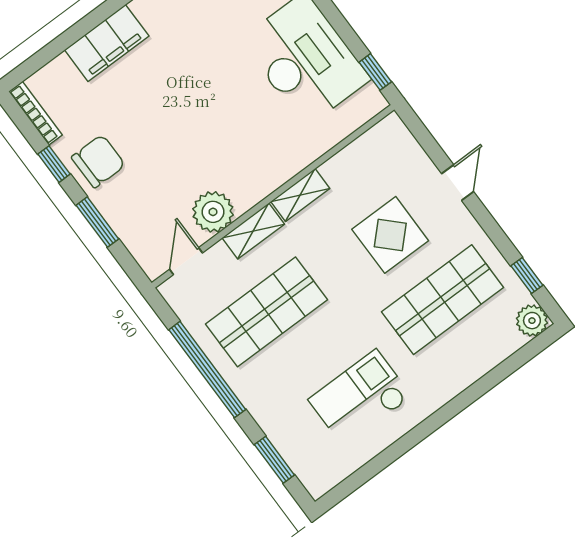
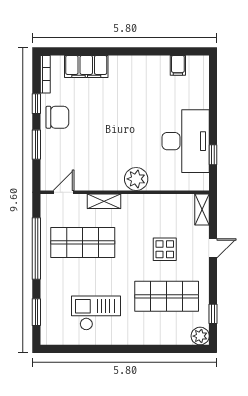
filing cabinet: (107, 43) -> (86, 67), moved
window: (375, 72) -> (213, 155), moved
shelving: (300, 195) -> (202, 209), moved, turned 90
plant: (213, 212) -> (136, 179), moved
display table: (390, 235) -> (165, 249), width x0.73, depth x0.73

